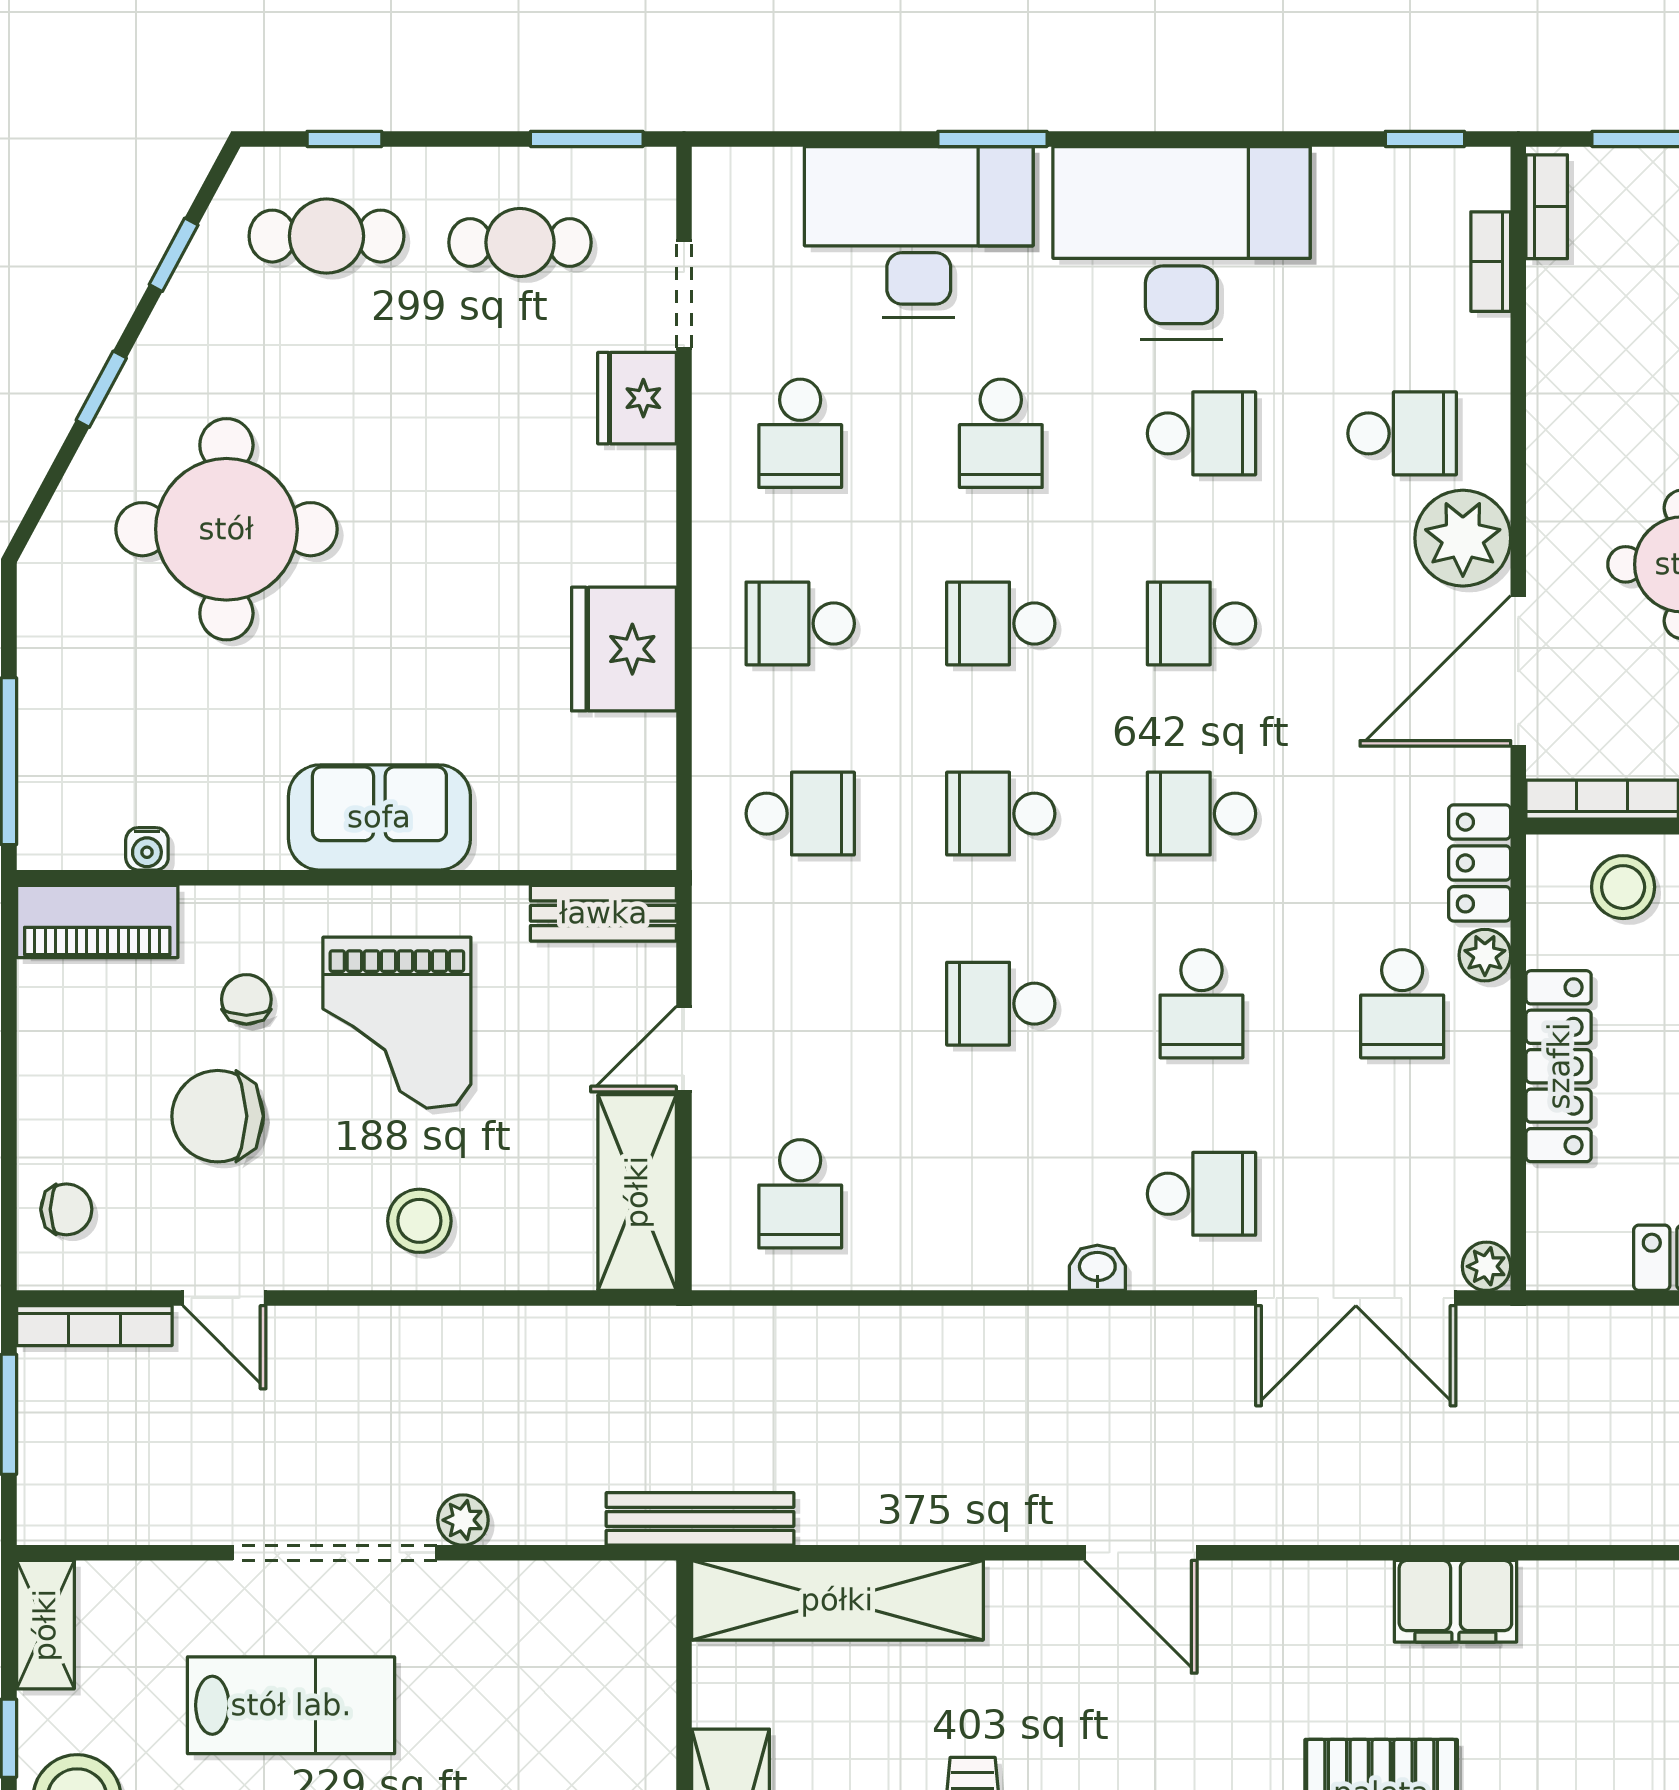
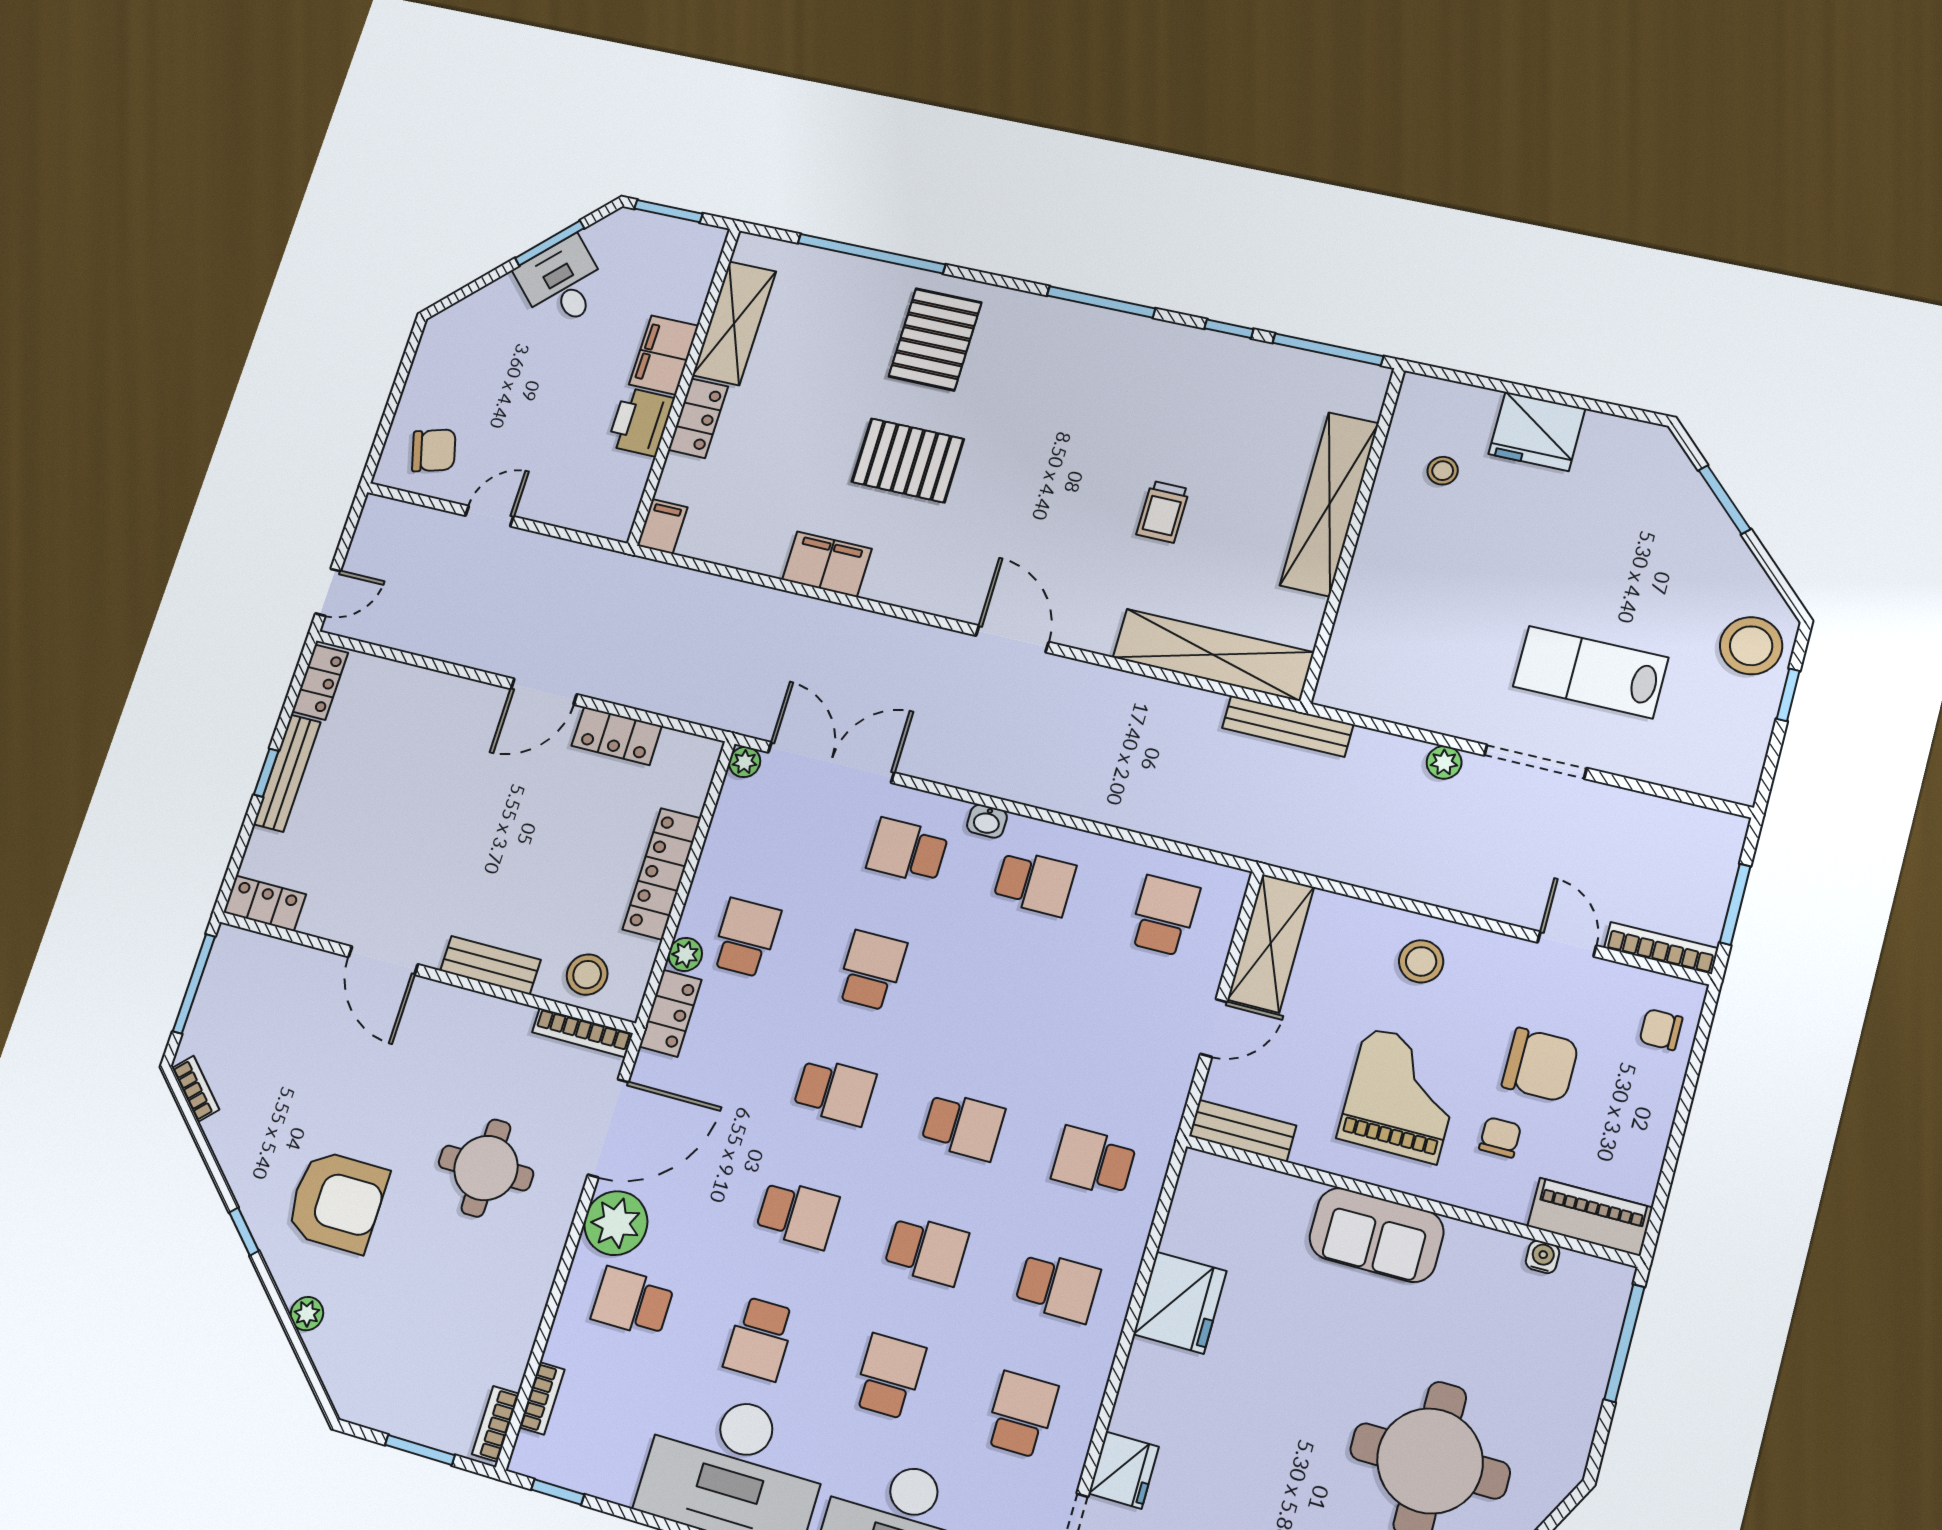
school desk: (1201, 433) -> (760, 1339), turned -90
chair: (246, 999) -> (1500, 1137), turned 180
school desk: (1001, 1004) -> (1035, 883), moved
doorway: (335, 1553) -> (1535, 762), width x0.73
shelving: (45, 1625) -> (1745, 762), removed

